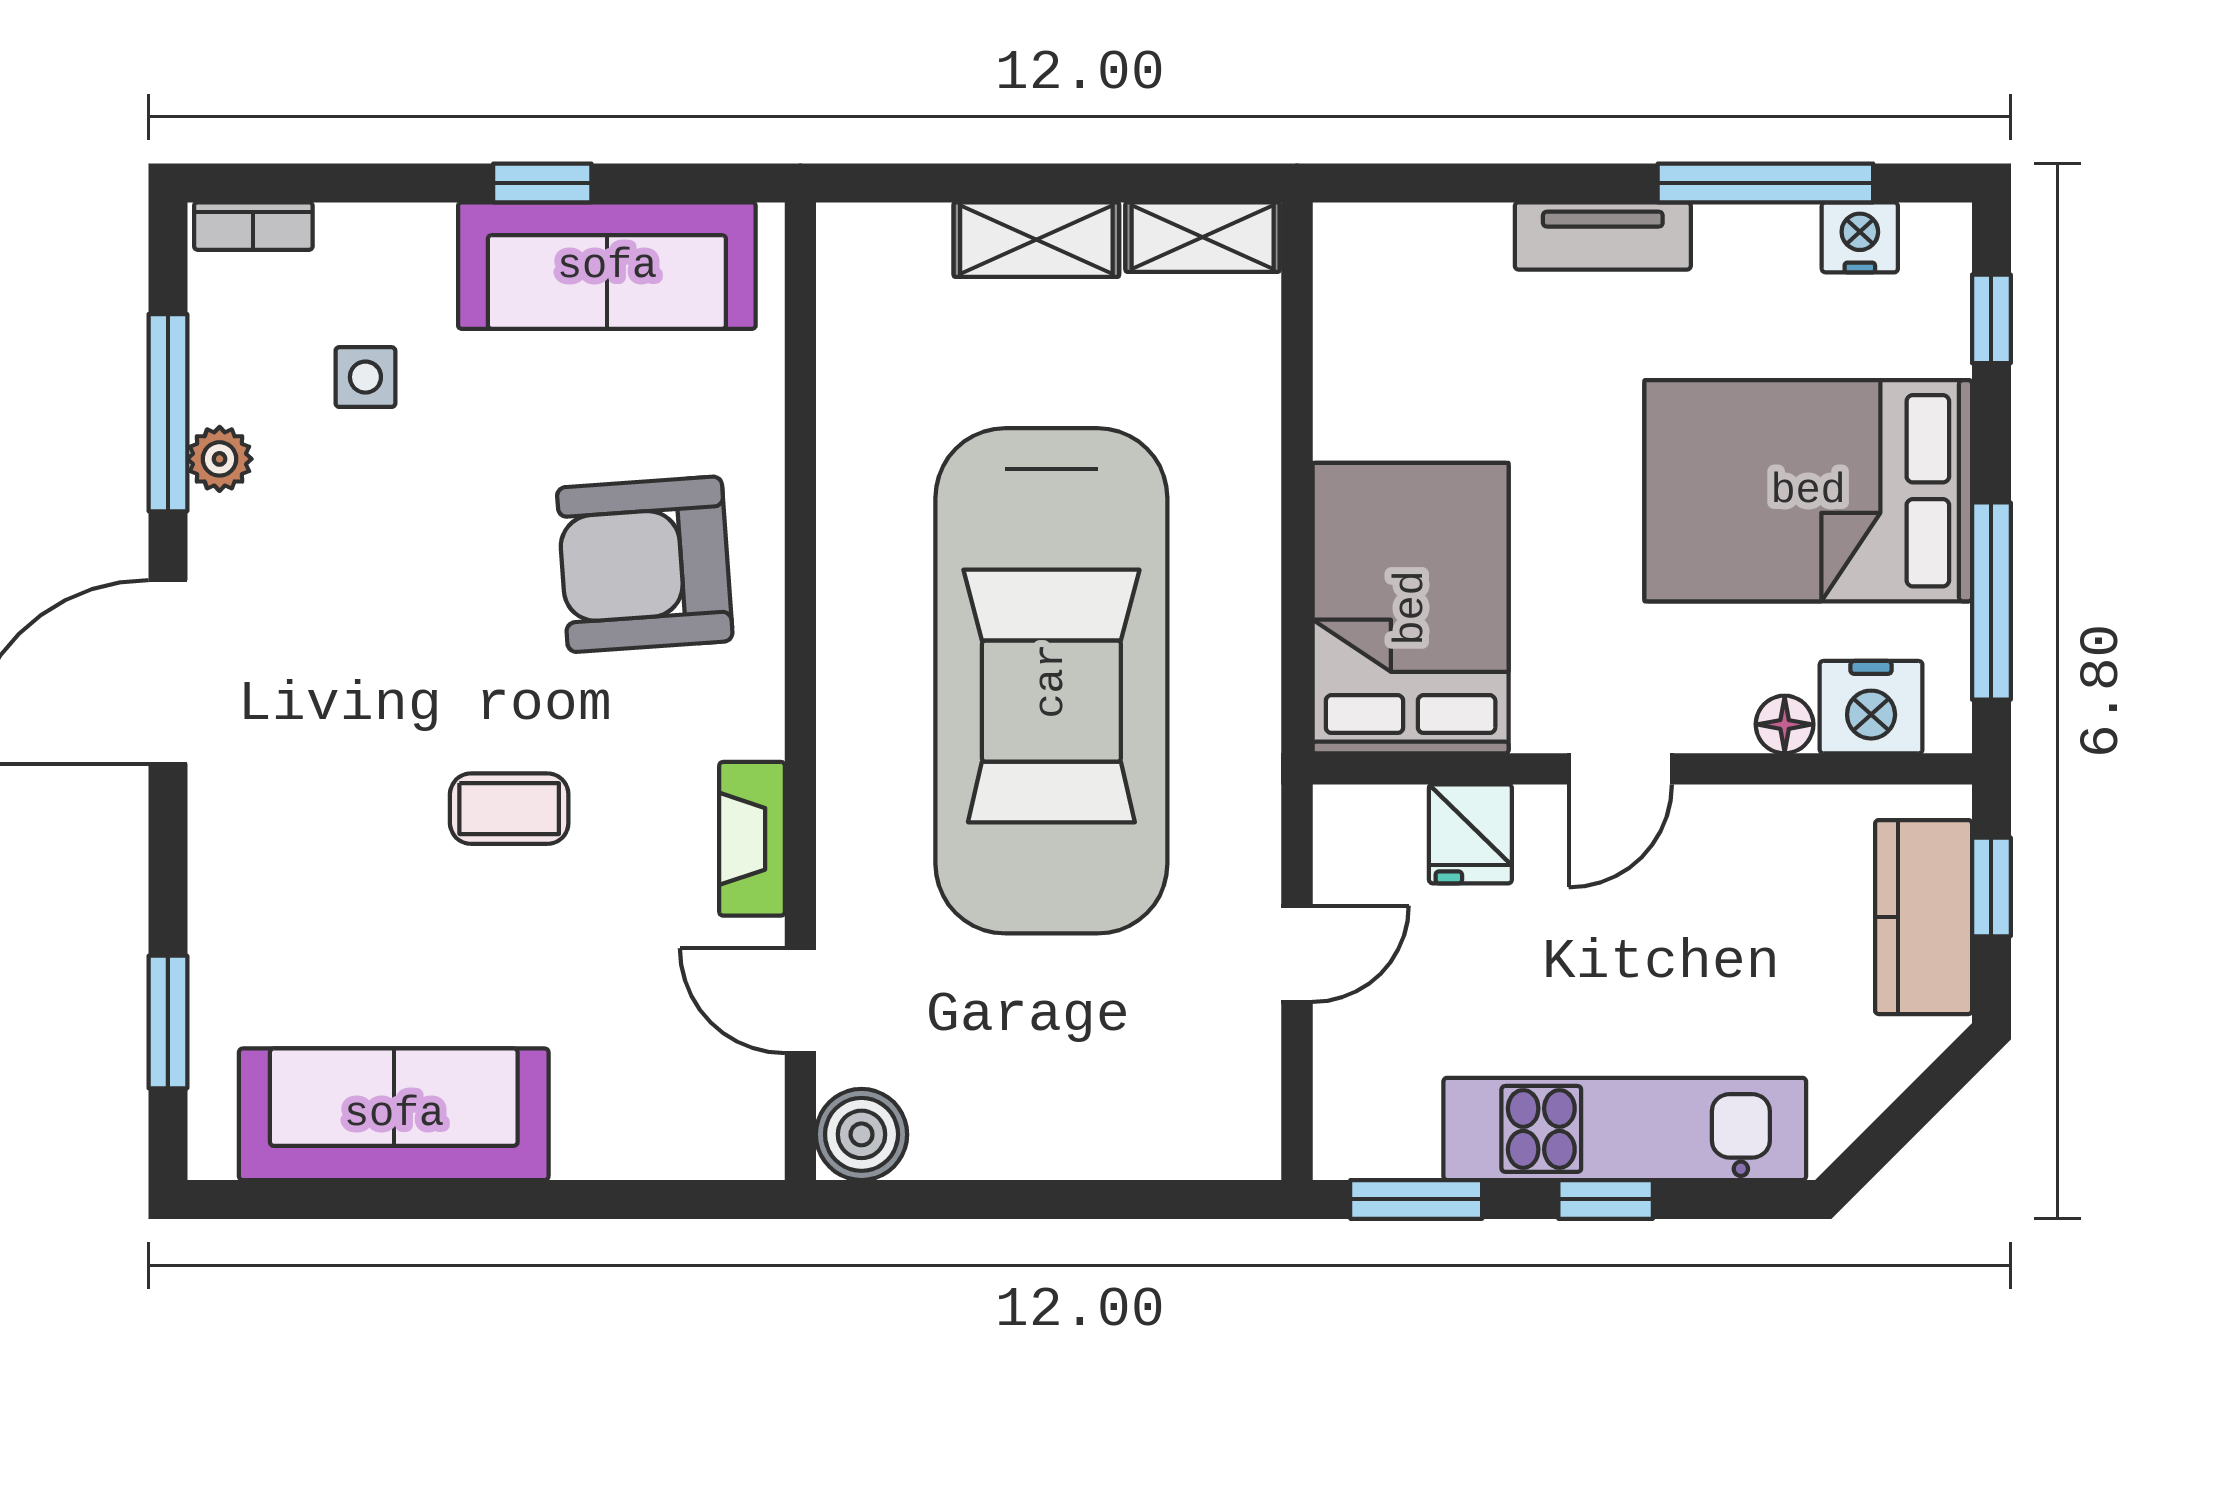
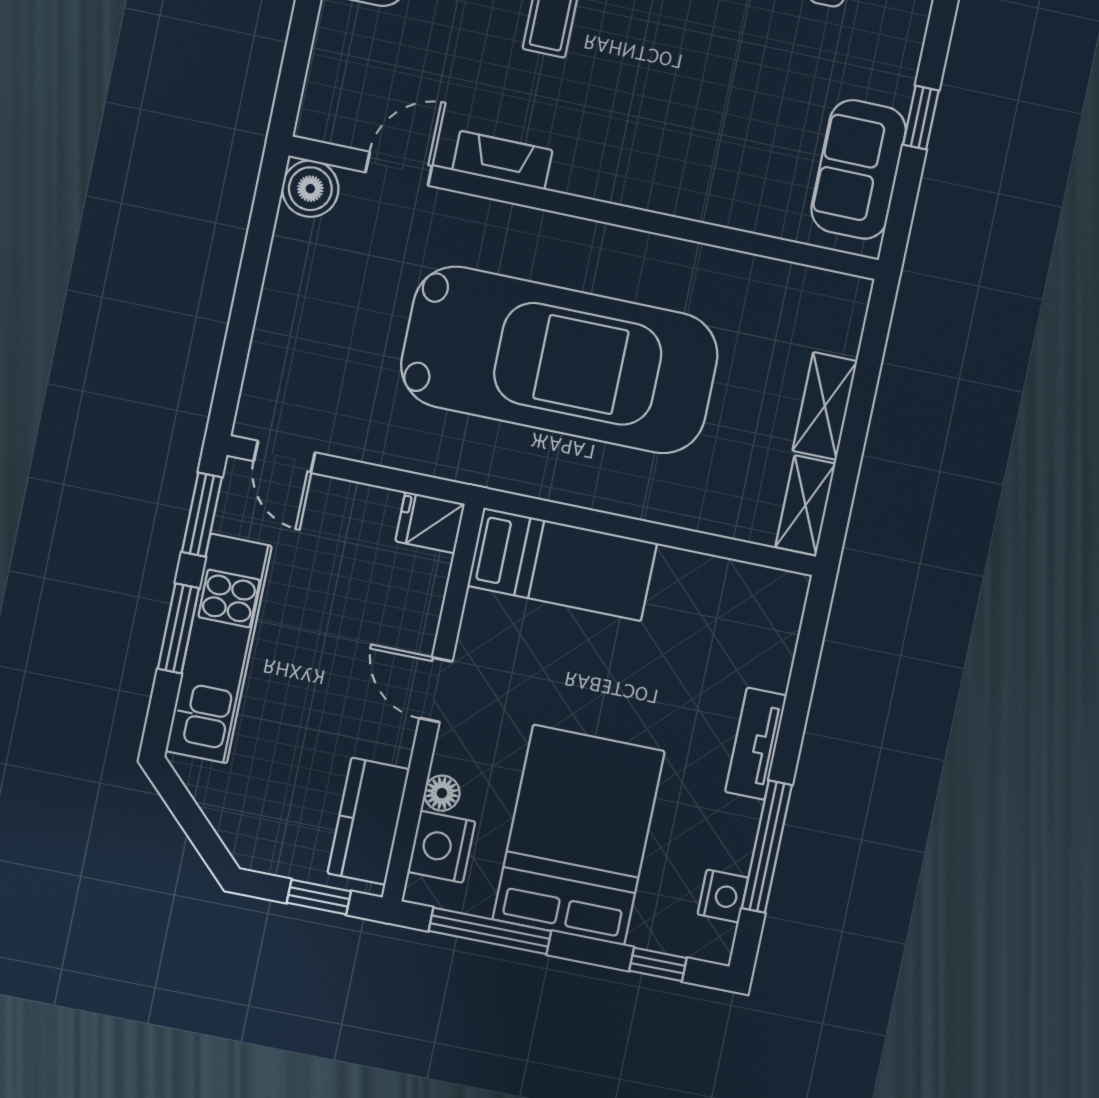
sofa: (607, 266) -> (859, 169), width x0.73
armchair: (645, 564) -> (681, 131), removed
bed: (1411, 608) -> (562, 564), width x0.67
car: (1051, 681) -> (560, 360), turned 180
fridge: (1470, 834) -> (430, 522), moved
kitchen counter: (1924, 917) -> (368, 821), moved, turned -90
door: (1297, 954) -> (284, 457), moved
window: (1606, 1199) -> (178, 628), width x1.50

